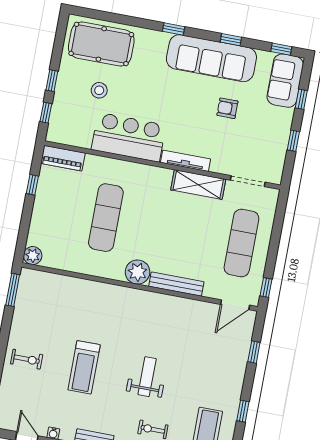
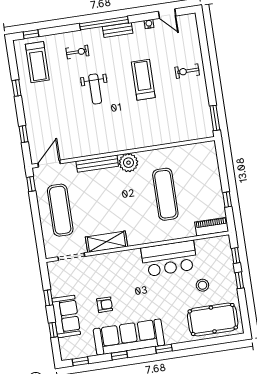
sofa: (285, 81) -> (66, 316), moved
tv unit: (186, 161) -> (122, 256), removed
plant: (33, 256) -> (209, 148), removed

